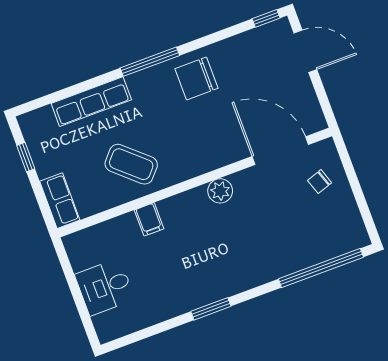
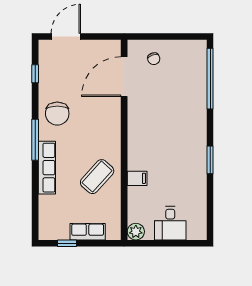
window: (266, 18) -> (35, 74), moved
row of seats: (91, 102) -> (47, 168), moved
plant: (220, 191) -> (136, 232), moved
row of seats: (60, 201) -> (88, 232), moved

